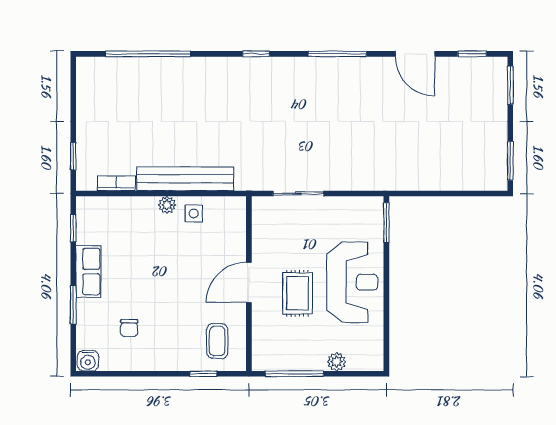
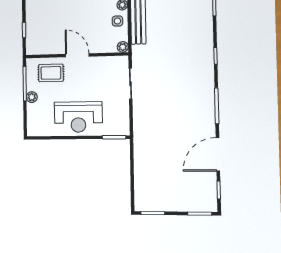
door: (415, 54) -> (218, 154), width x1.36
plant: (237, 205) -> (123, 47), added
rug: (297, 293) -> (51, 73), moved
coffee table: (217, 341) -> (43, 37), removed
plant: (337, 362) -> (32, 97), moved

